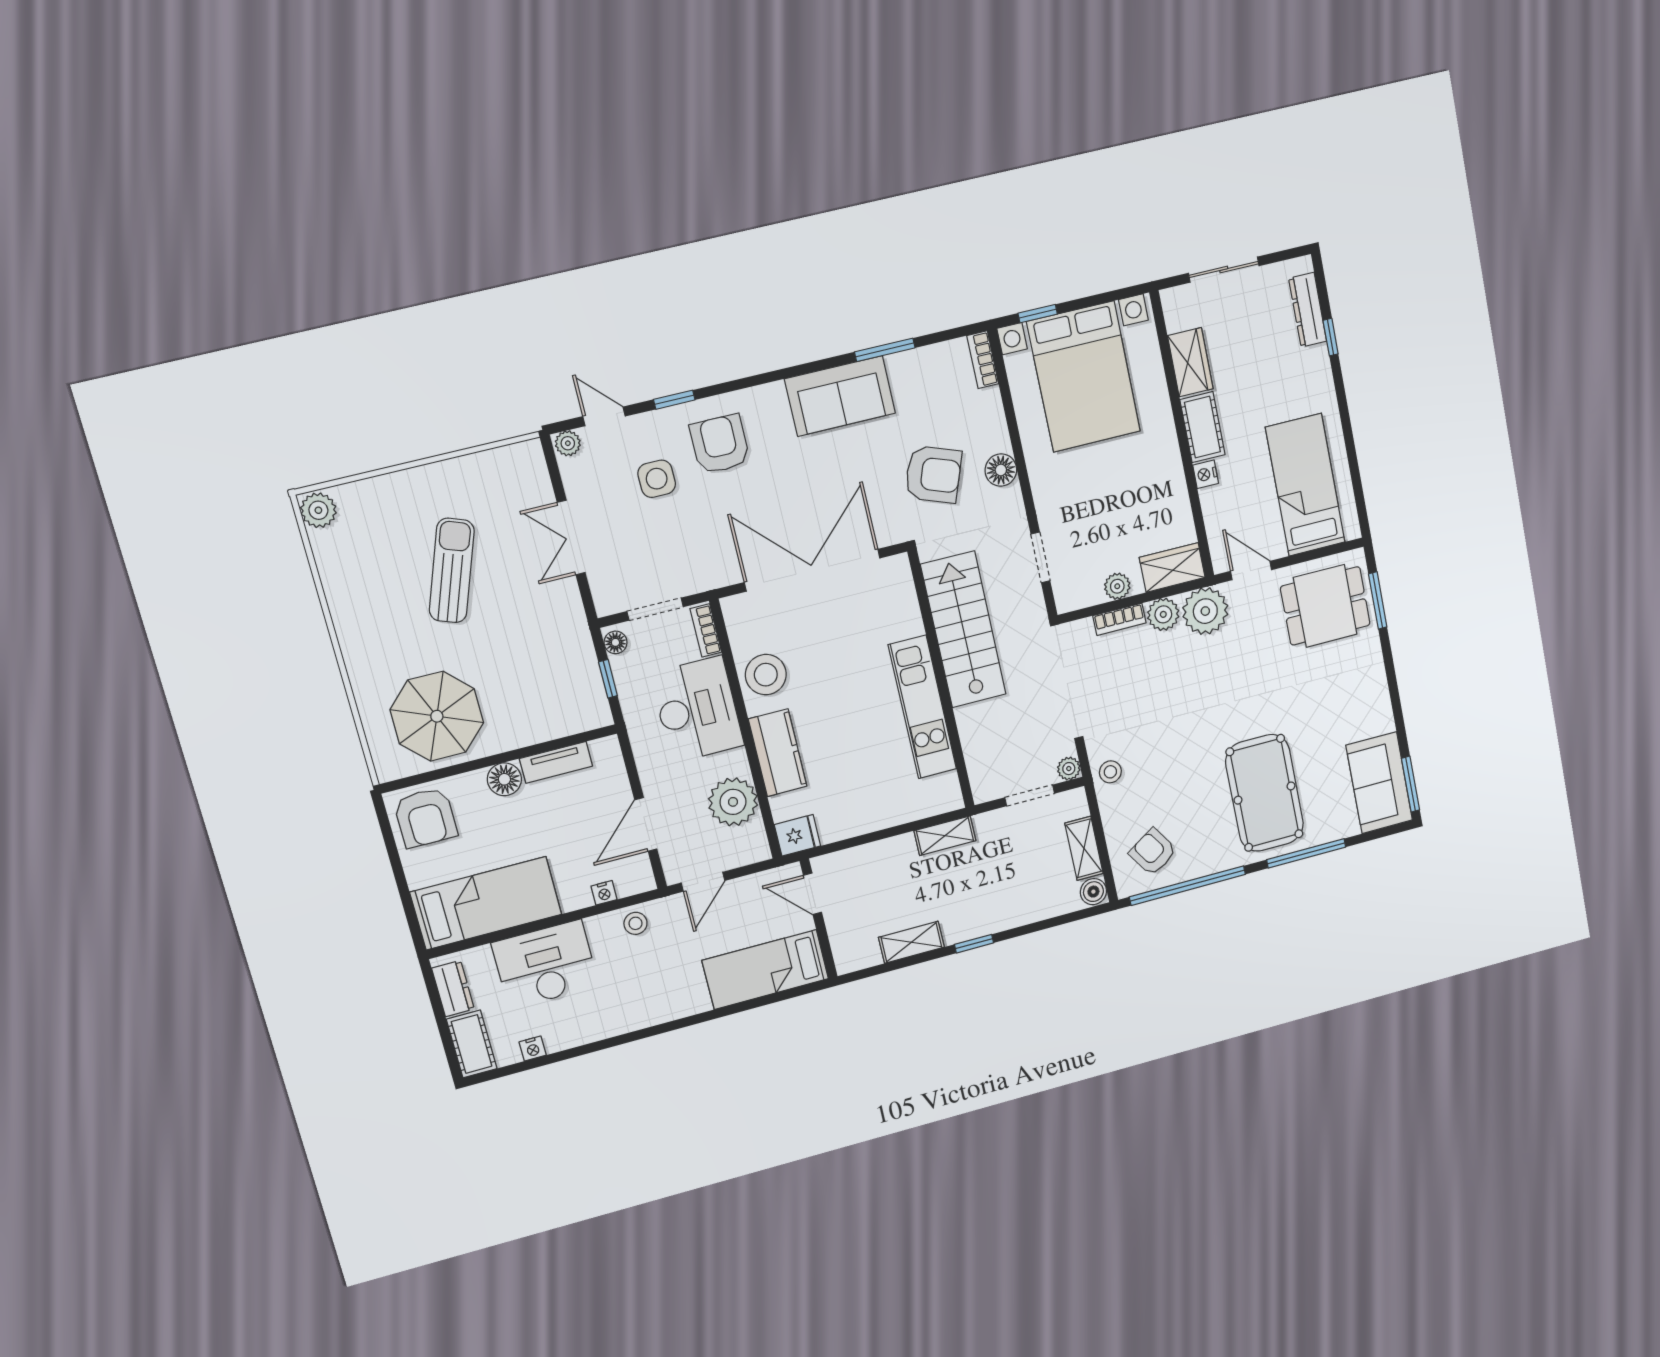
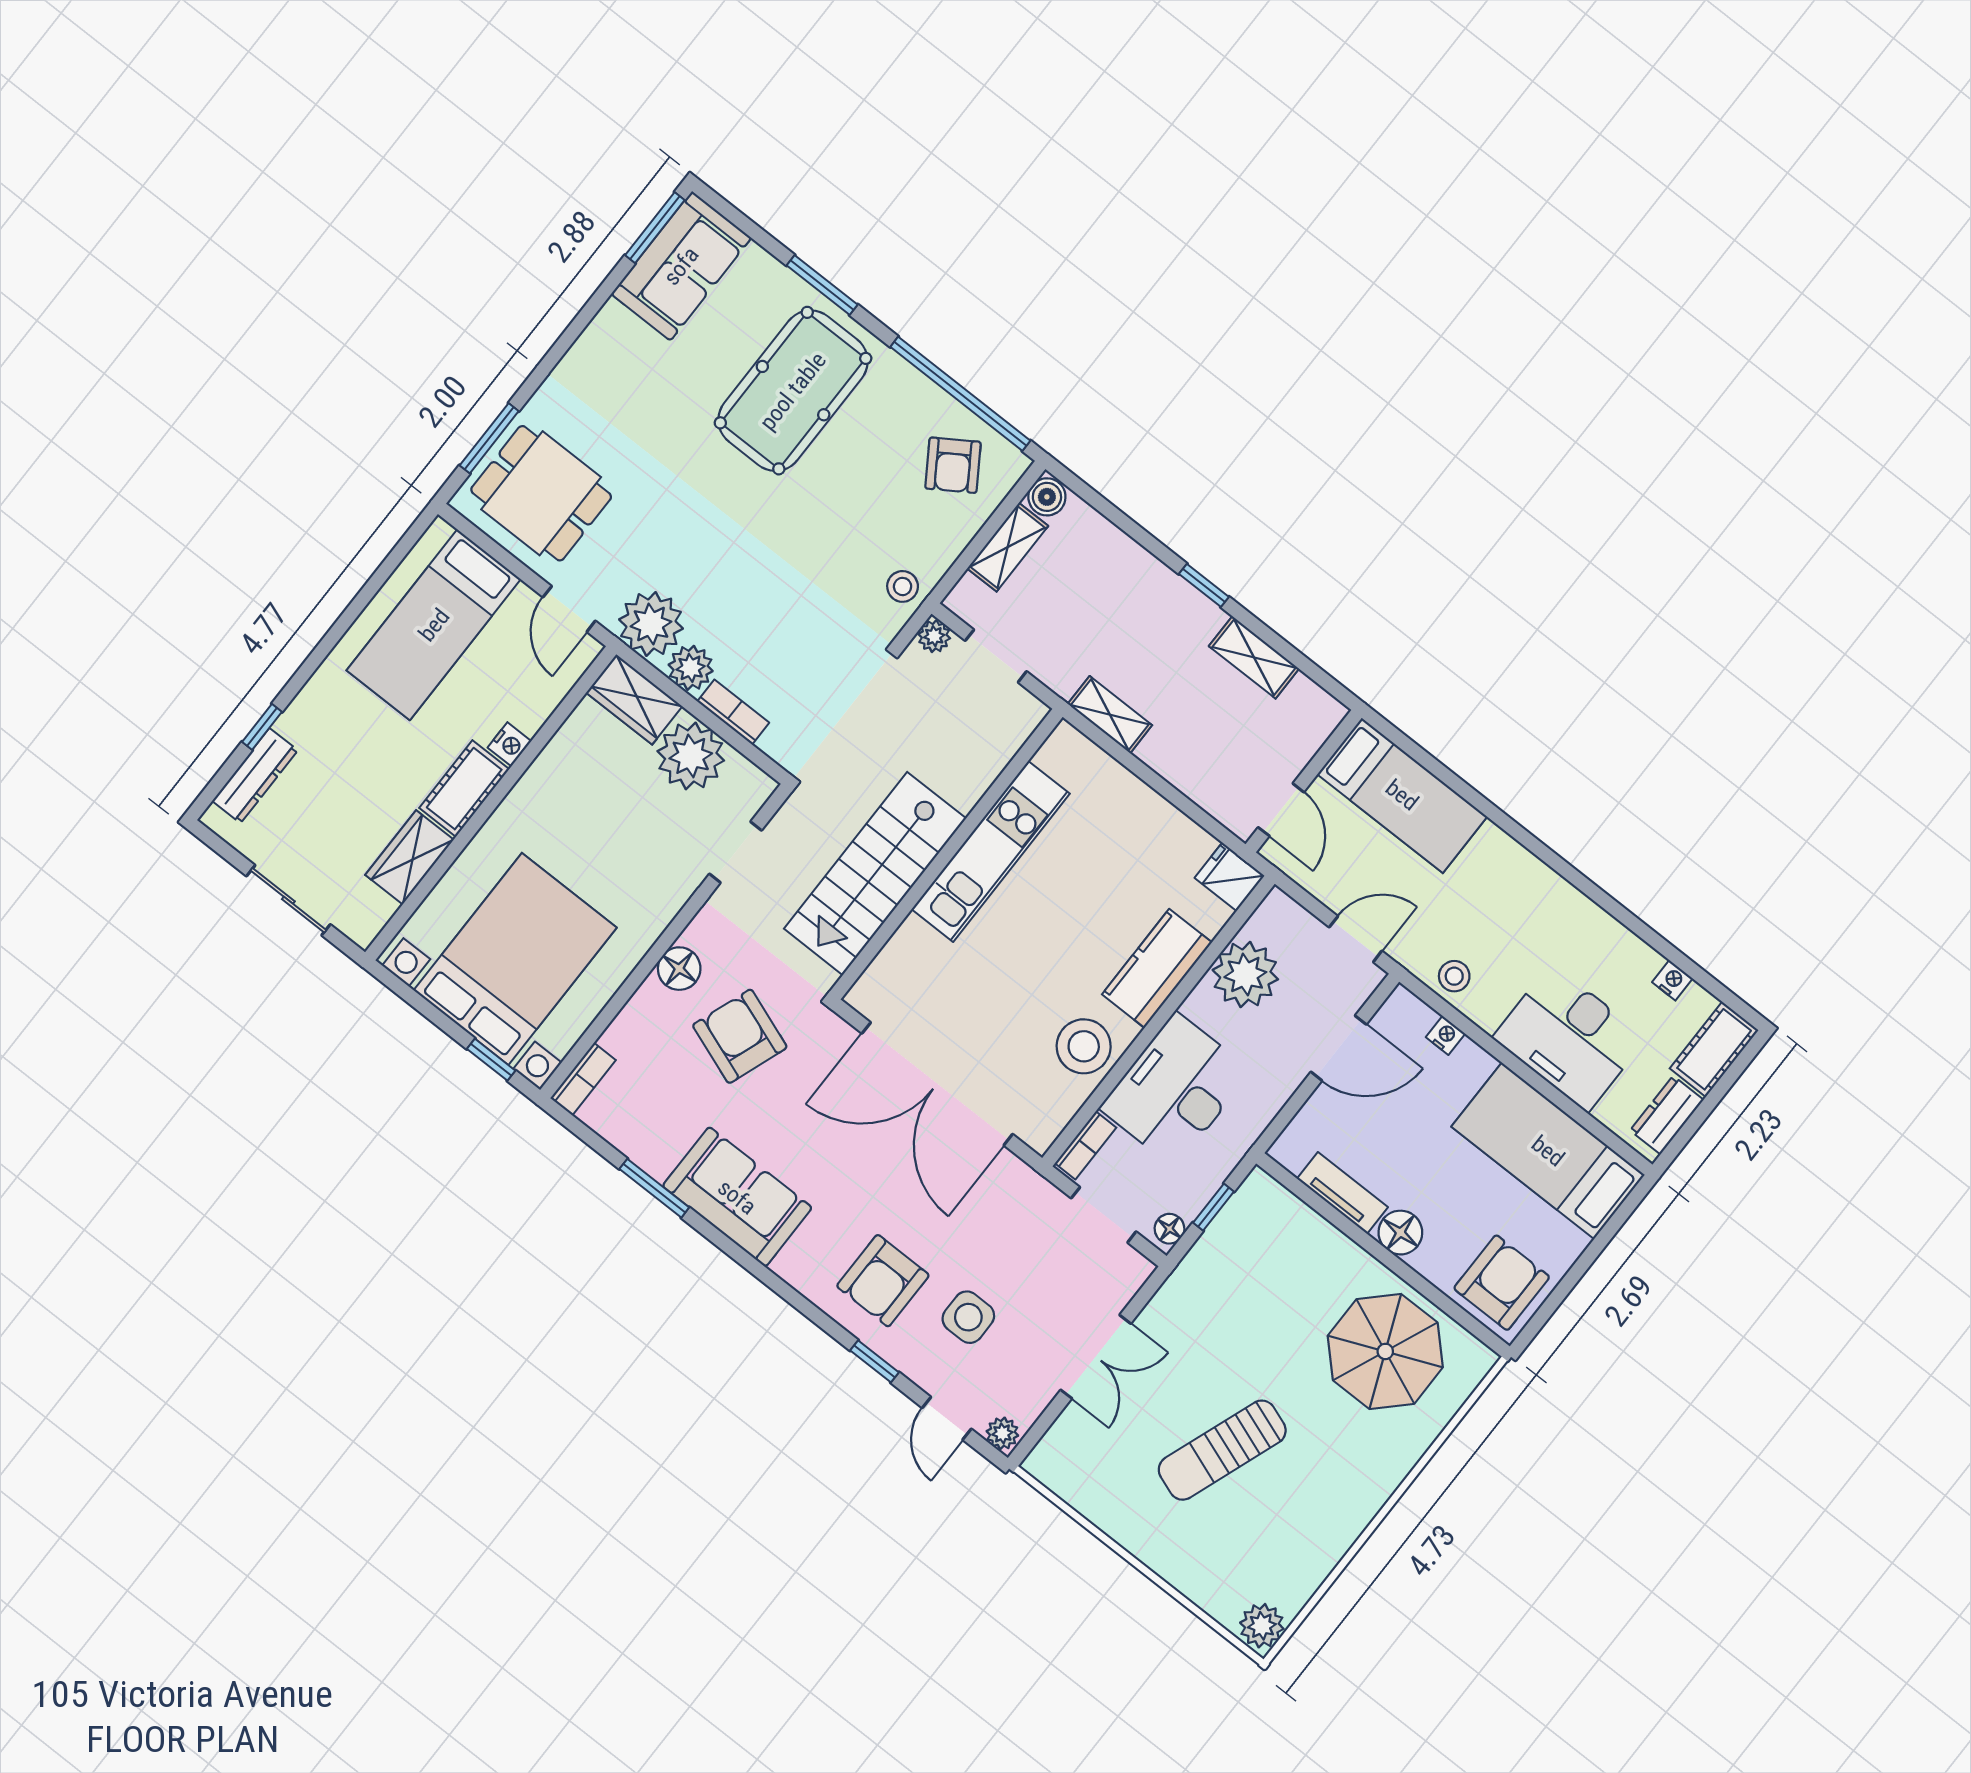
plant: (1117, 586) -> (691, 756), width x1.88, depth x1.88
window: (1306, 853) -> (822, 285), width x0.69

